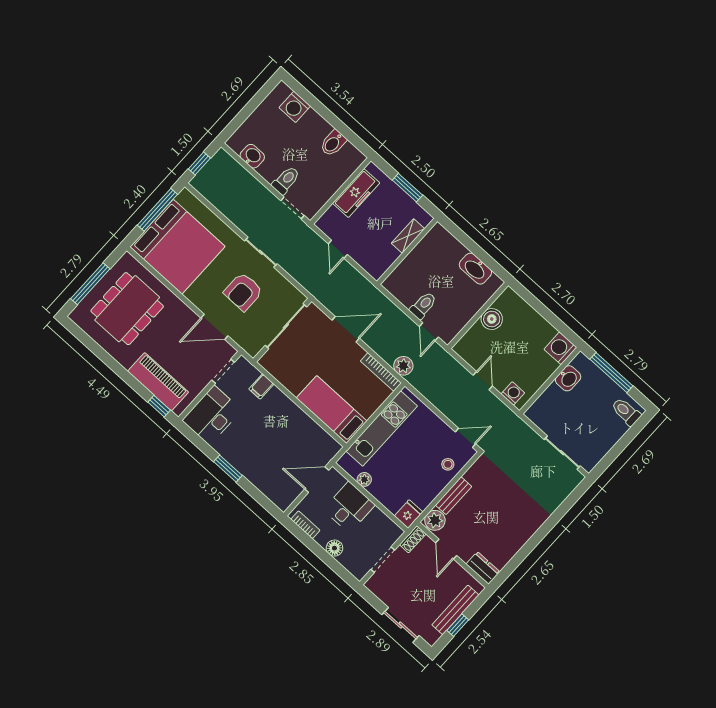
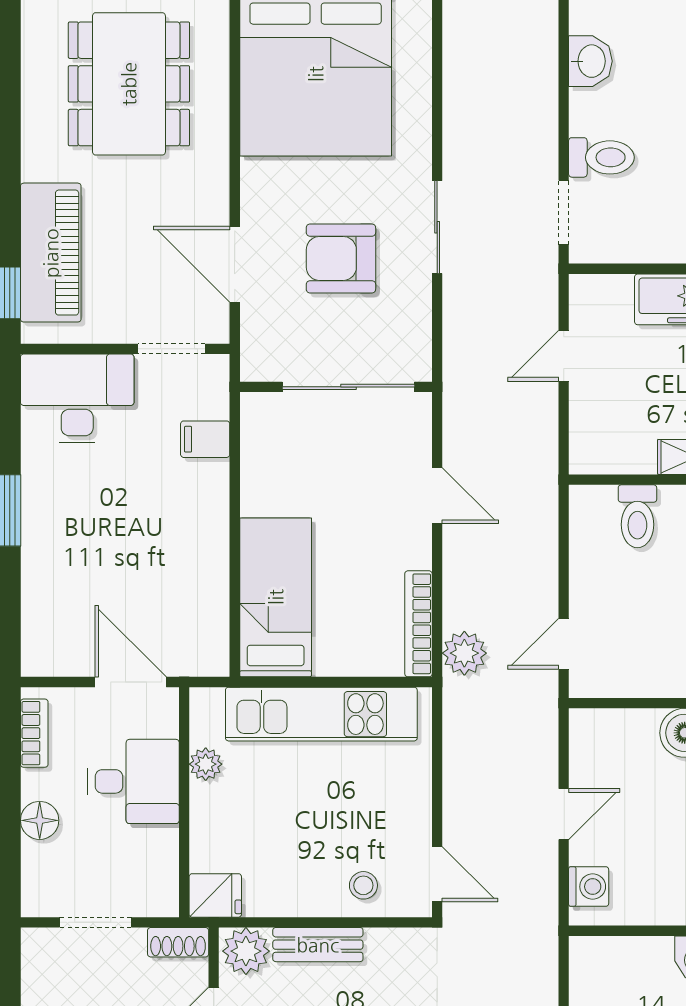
toilet: (423, 305) -> (637, 516), moved, turned 90
dining table: (127, 309) -> (129, 84), turned 90
door: (346, 329) -> (437, 496), width x0.73

